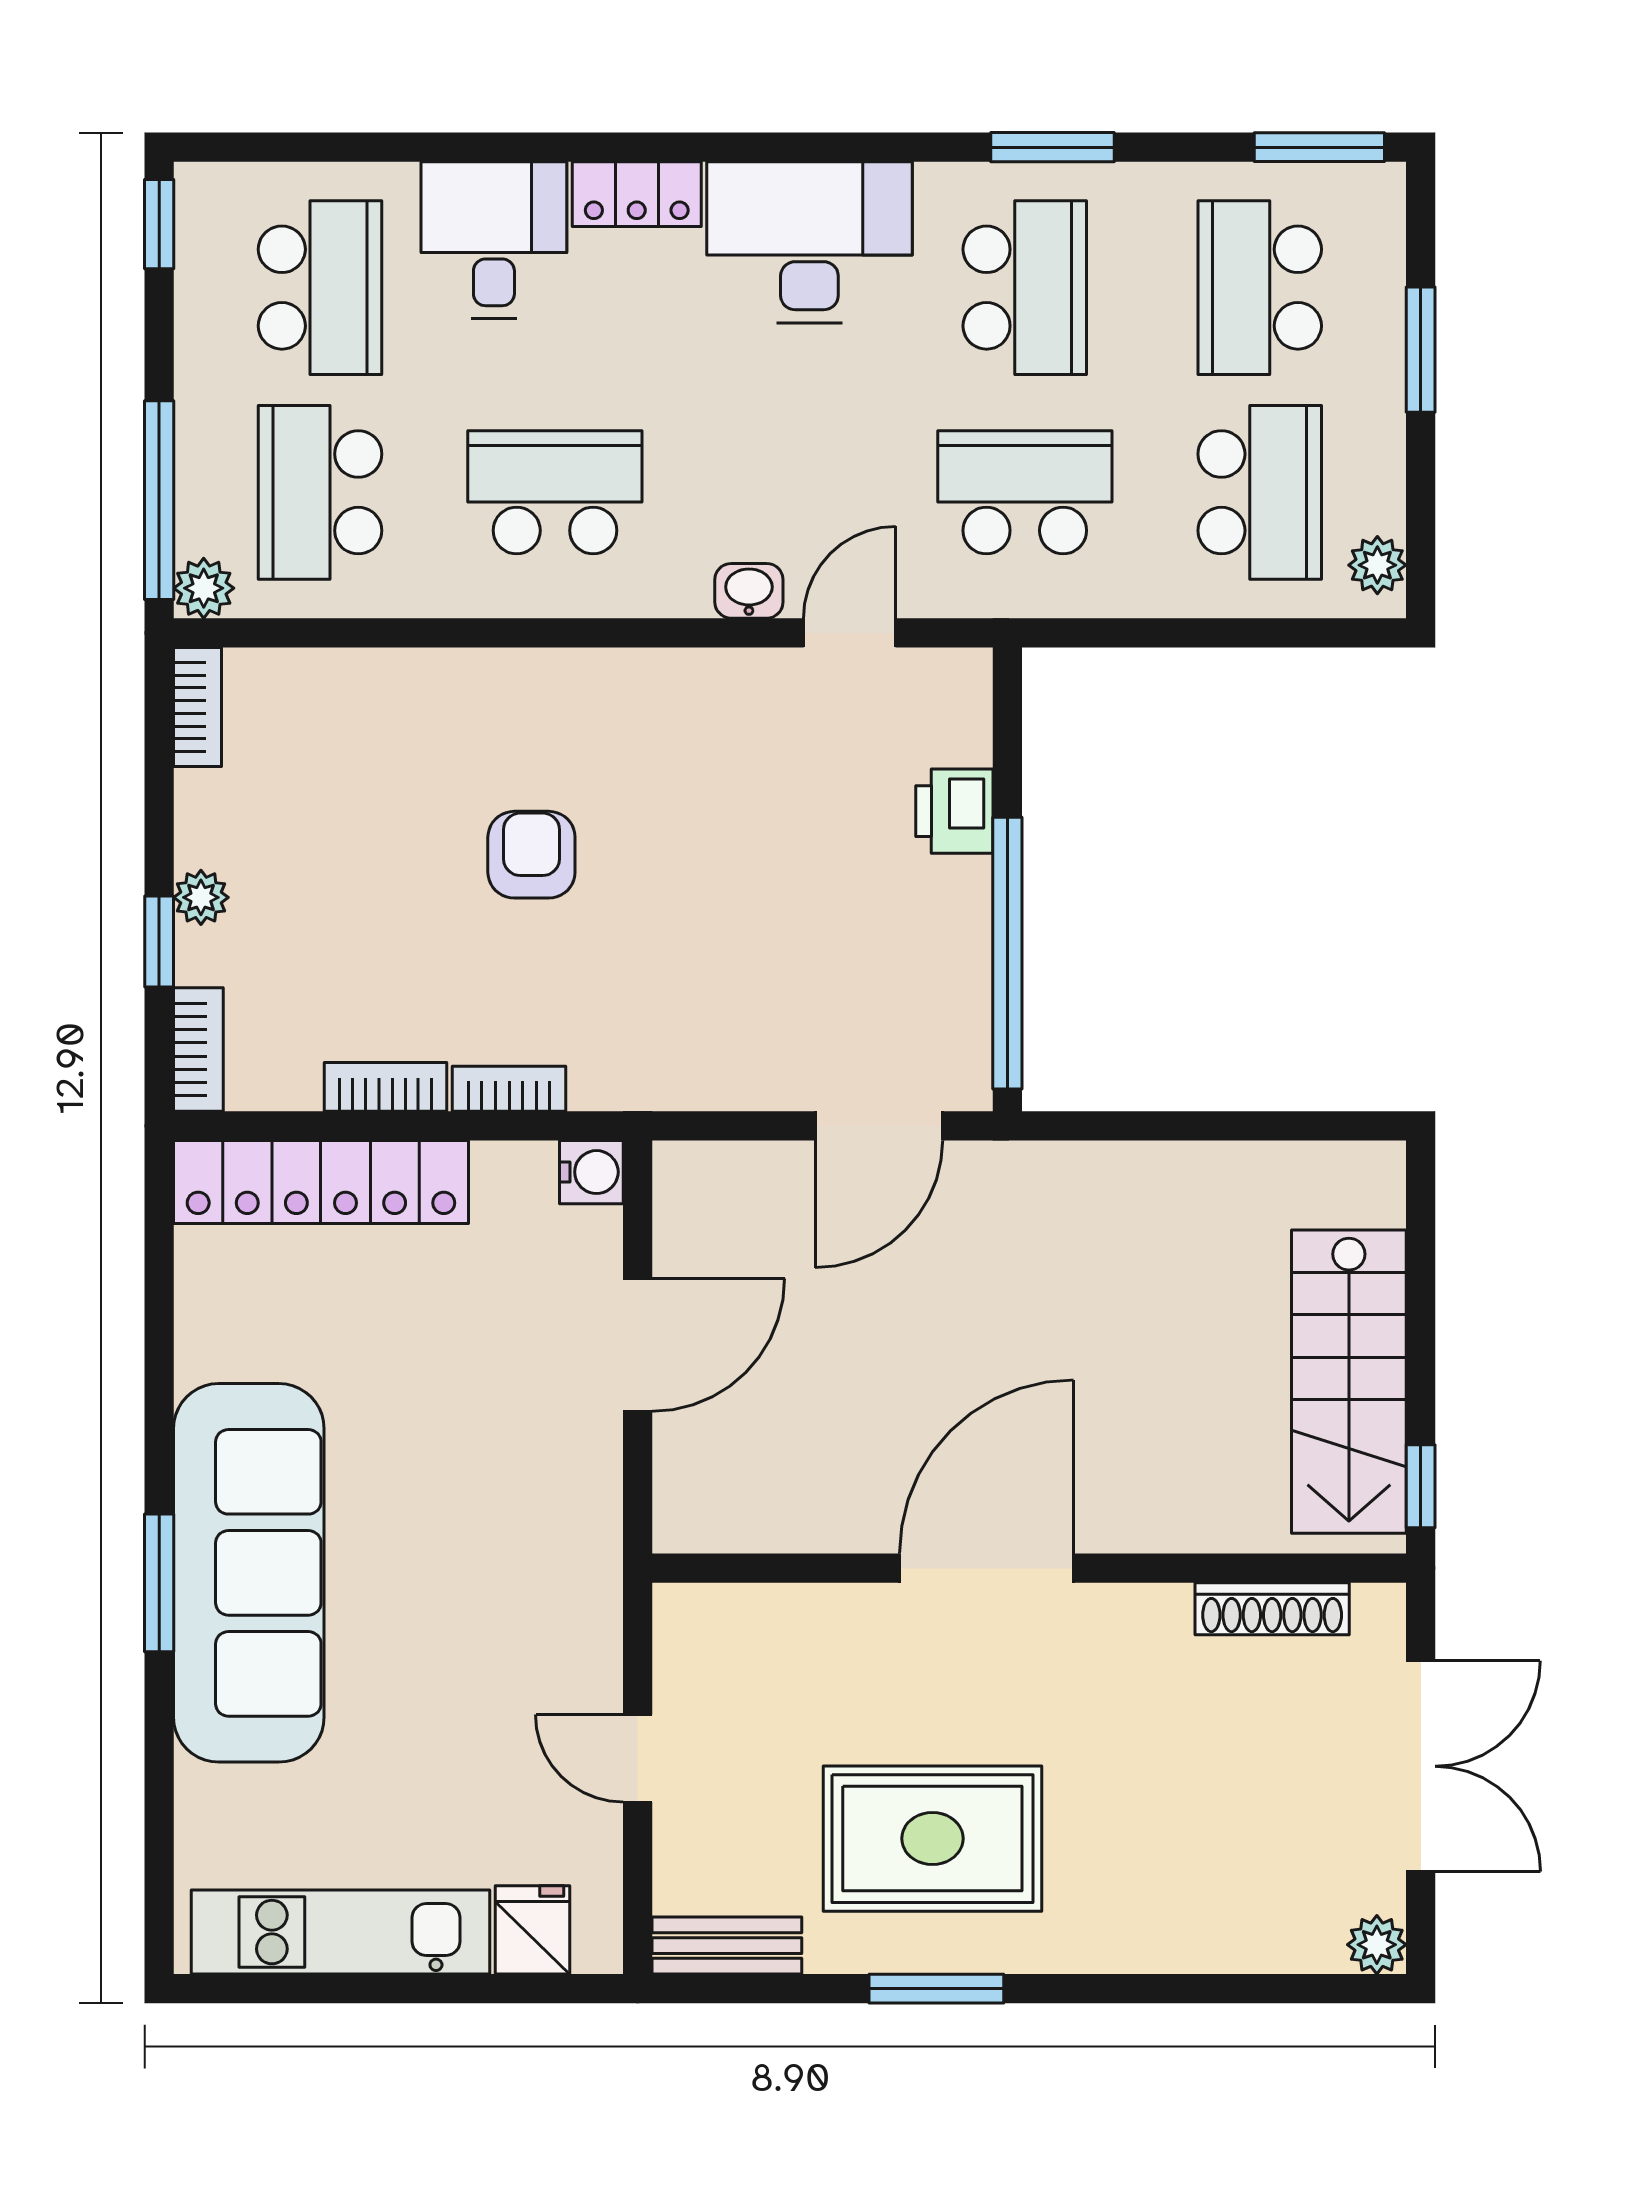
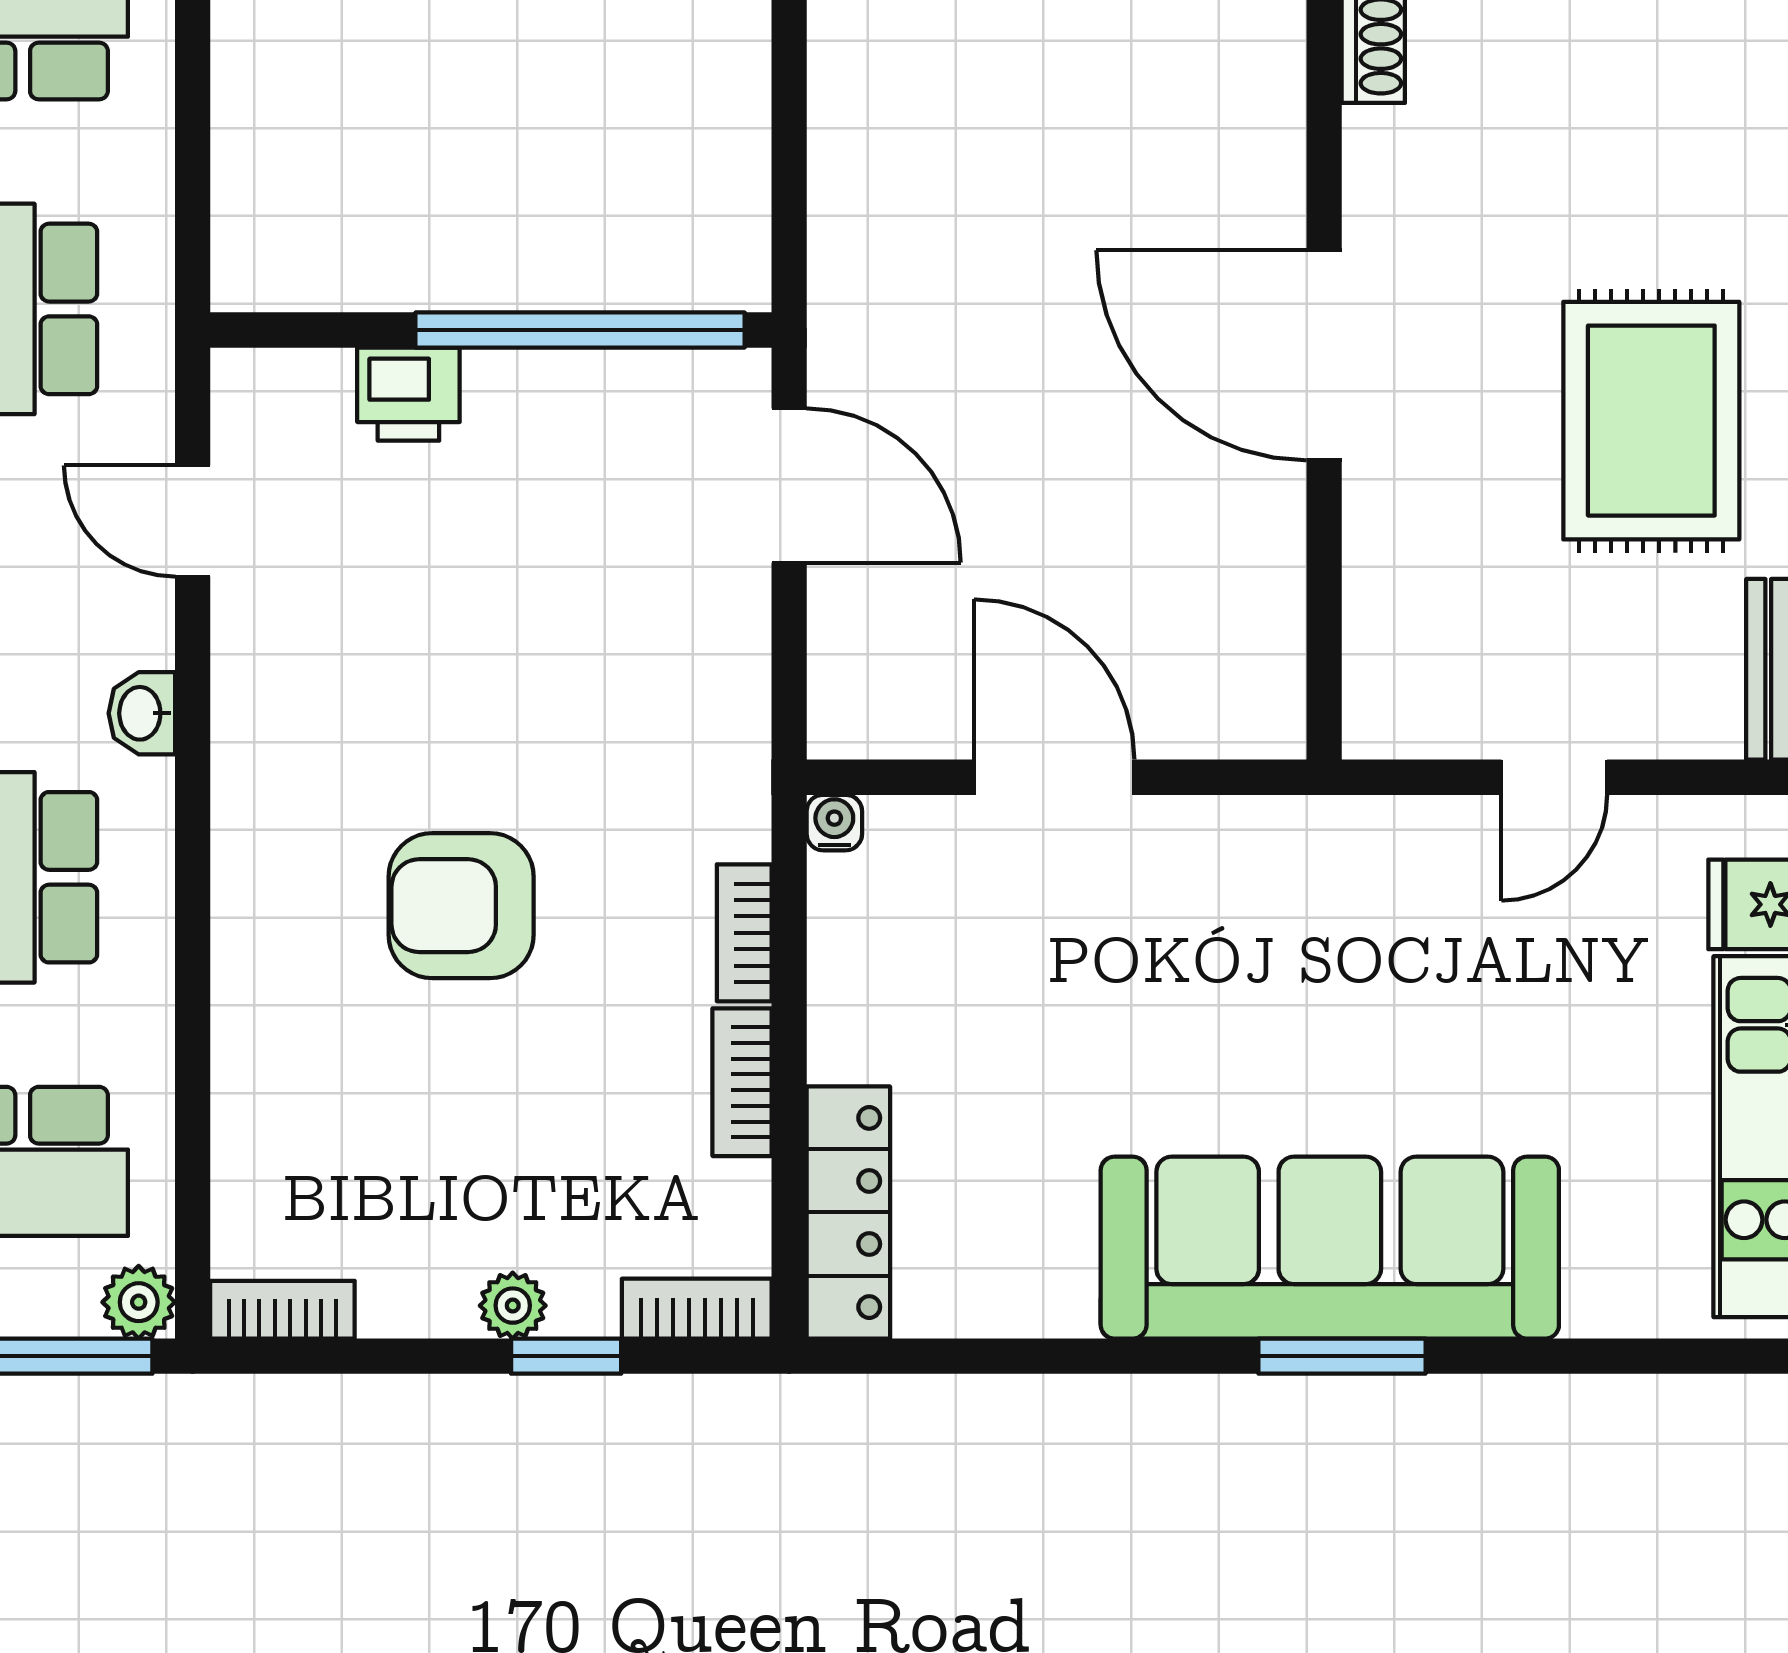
washbasin: (749, 591) -> (142, 713), moved
armchair: (531, 855) -> (461, 906), width x1.38, depth x1.38
water cooler: (591, 1172) -> (834, 823), width x0.72, depth x0.72
locker: (321, 1182) -> (848, 1212), width x0.71, depth x0.83

